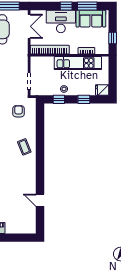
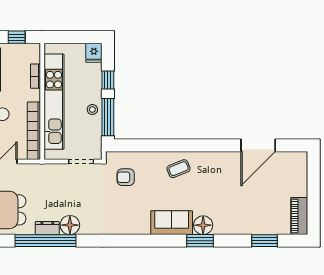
kitchen unit: (78, 63) -> (54, 102), width x1.36
window: (59, 99) -> (108, 117), width x2.17
door: (40, 200) -> (258, 145), width x1.88

